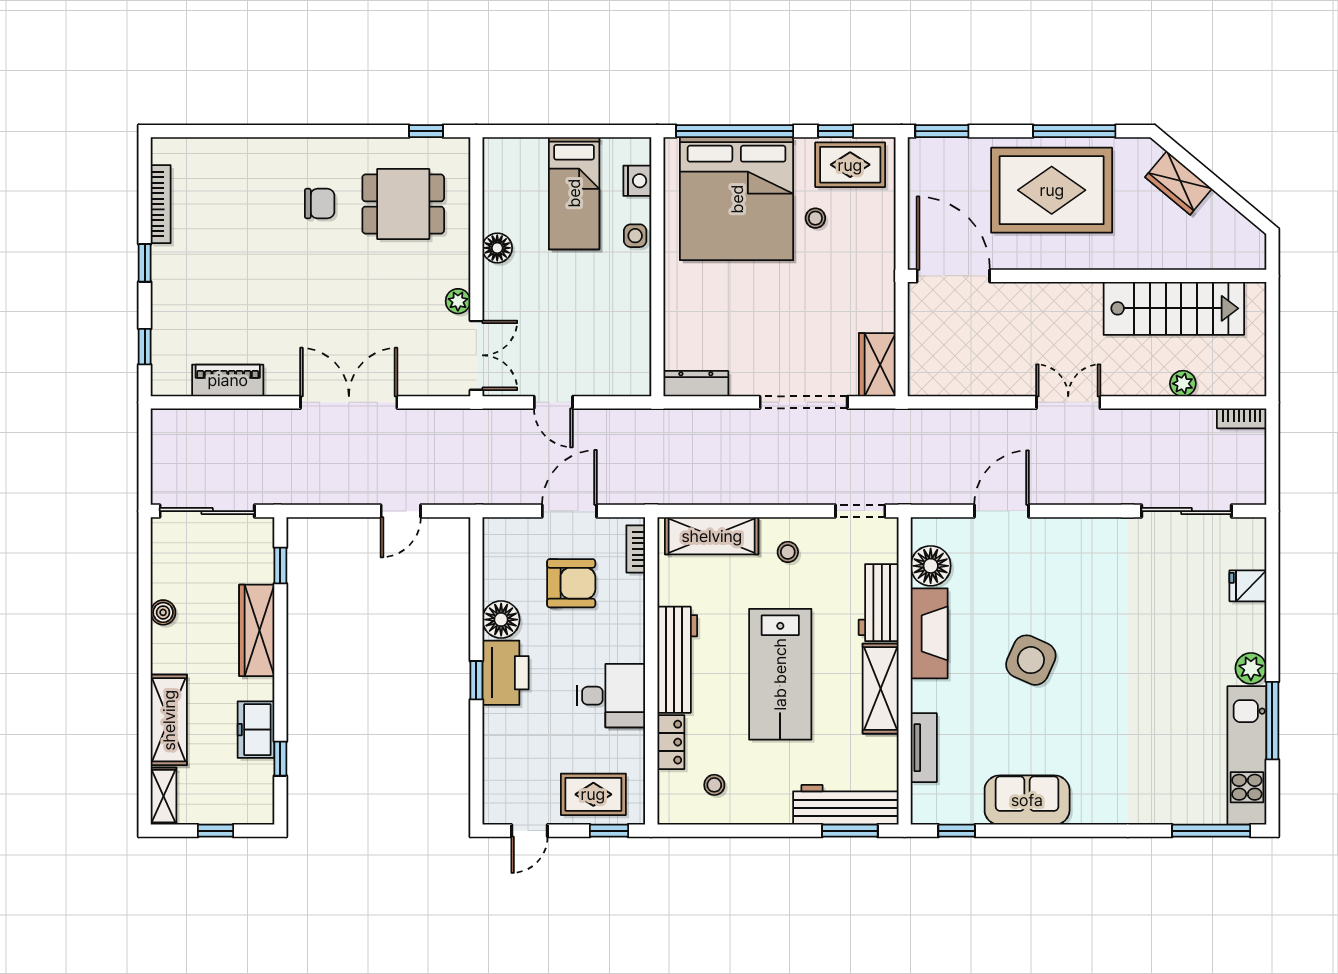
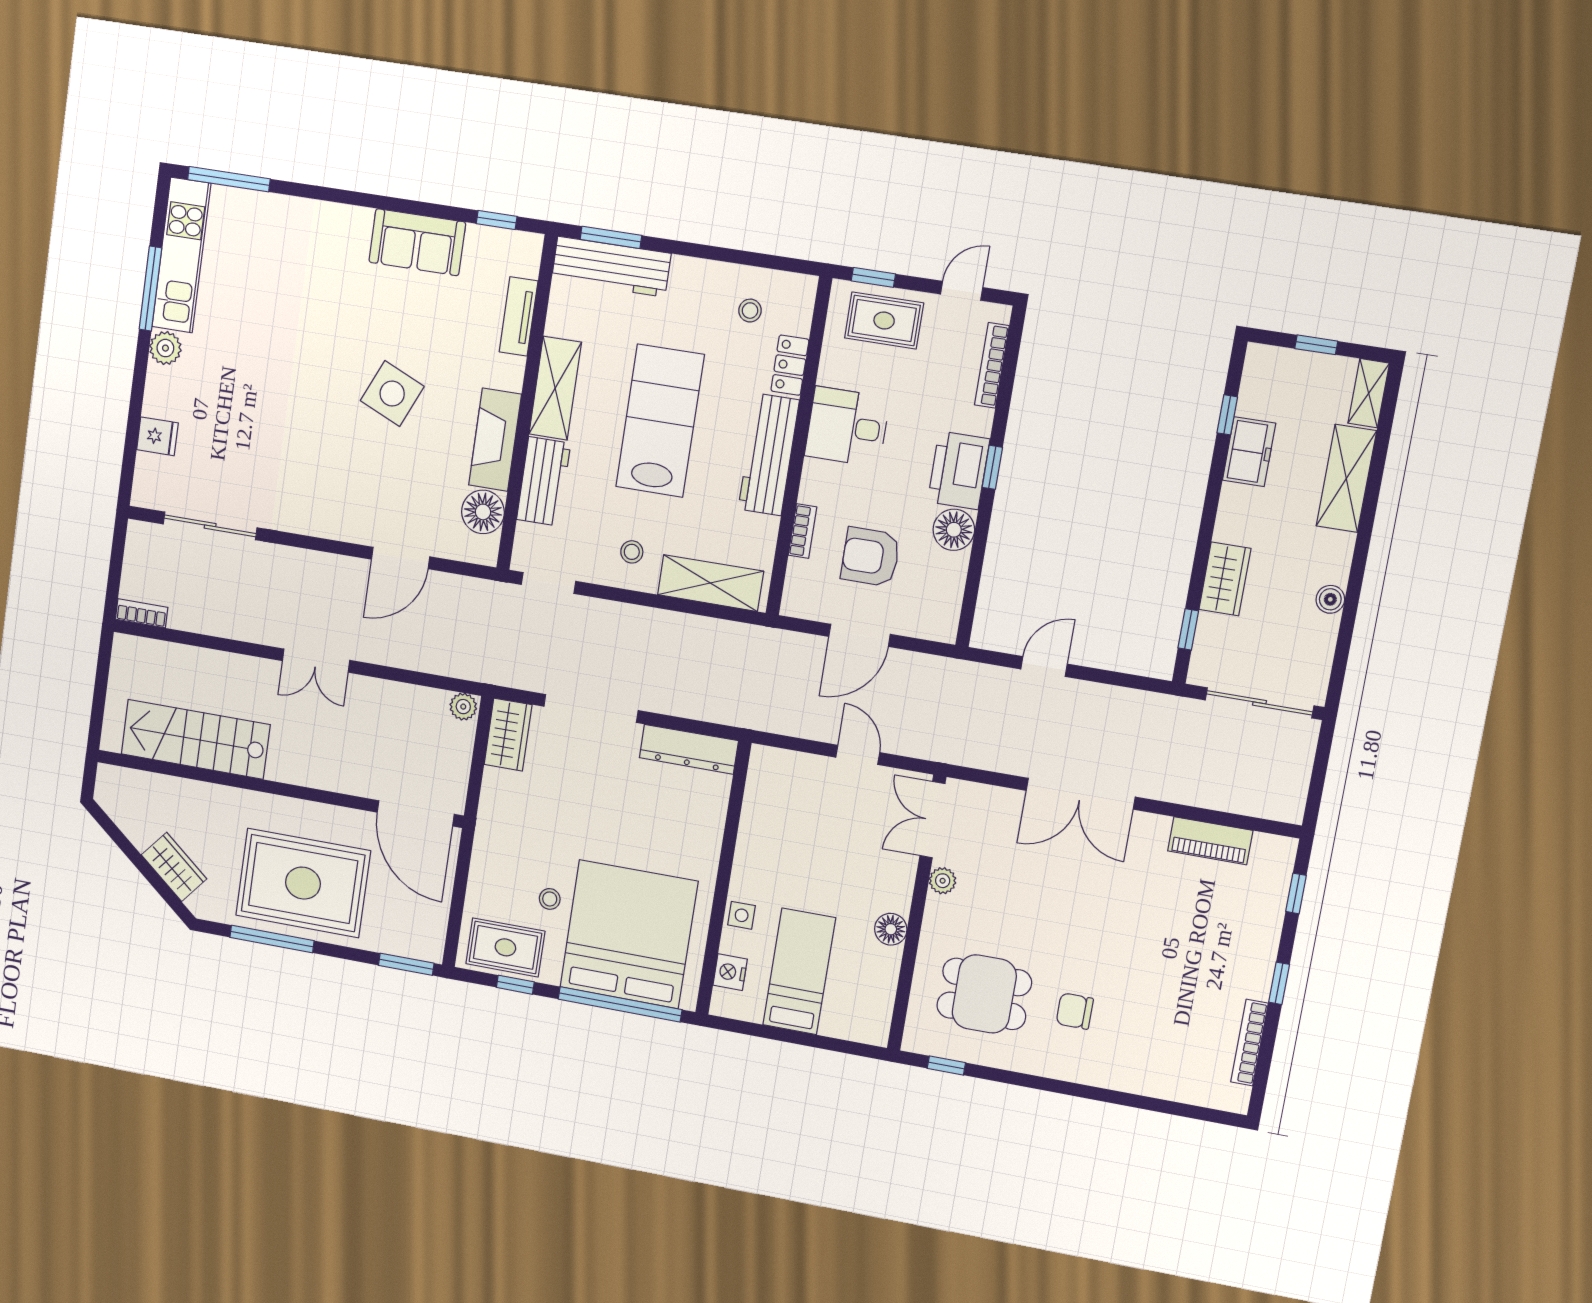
dresser: (696, 384) -> (689, 749), width x1.37, depth x1.24
plant: (1183, 384) -> (463, 707), moved
bookcase: (636, 549) -> (803, 531), moved
wardrobe: (257, 630) -> (1225, 579), width x0.67
bookcase: (492, 770) -> (992, 365), added

